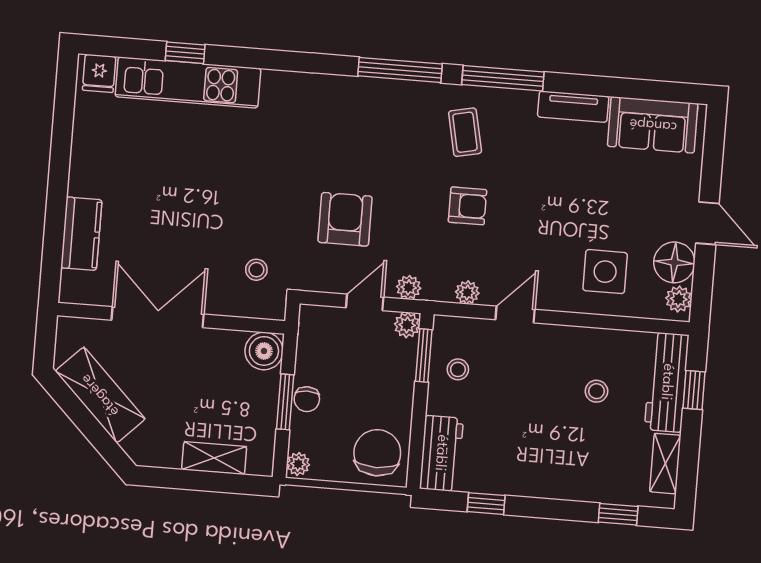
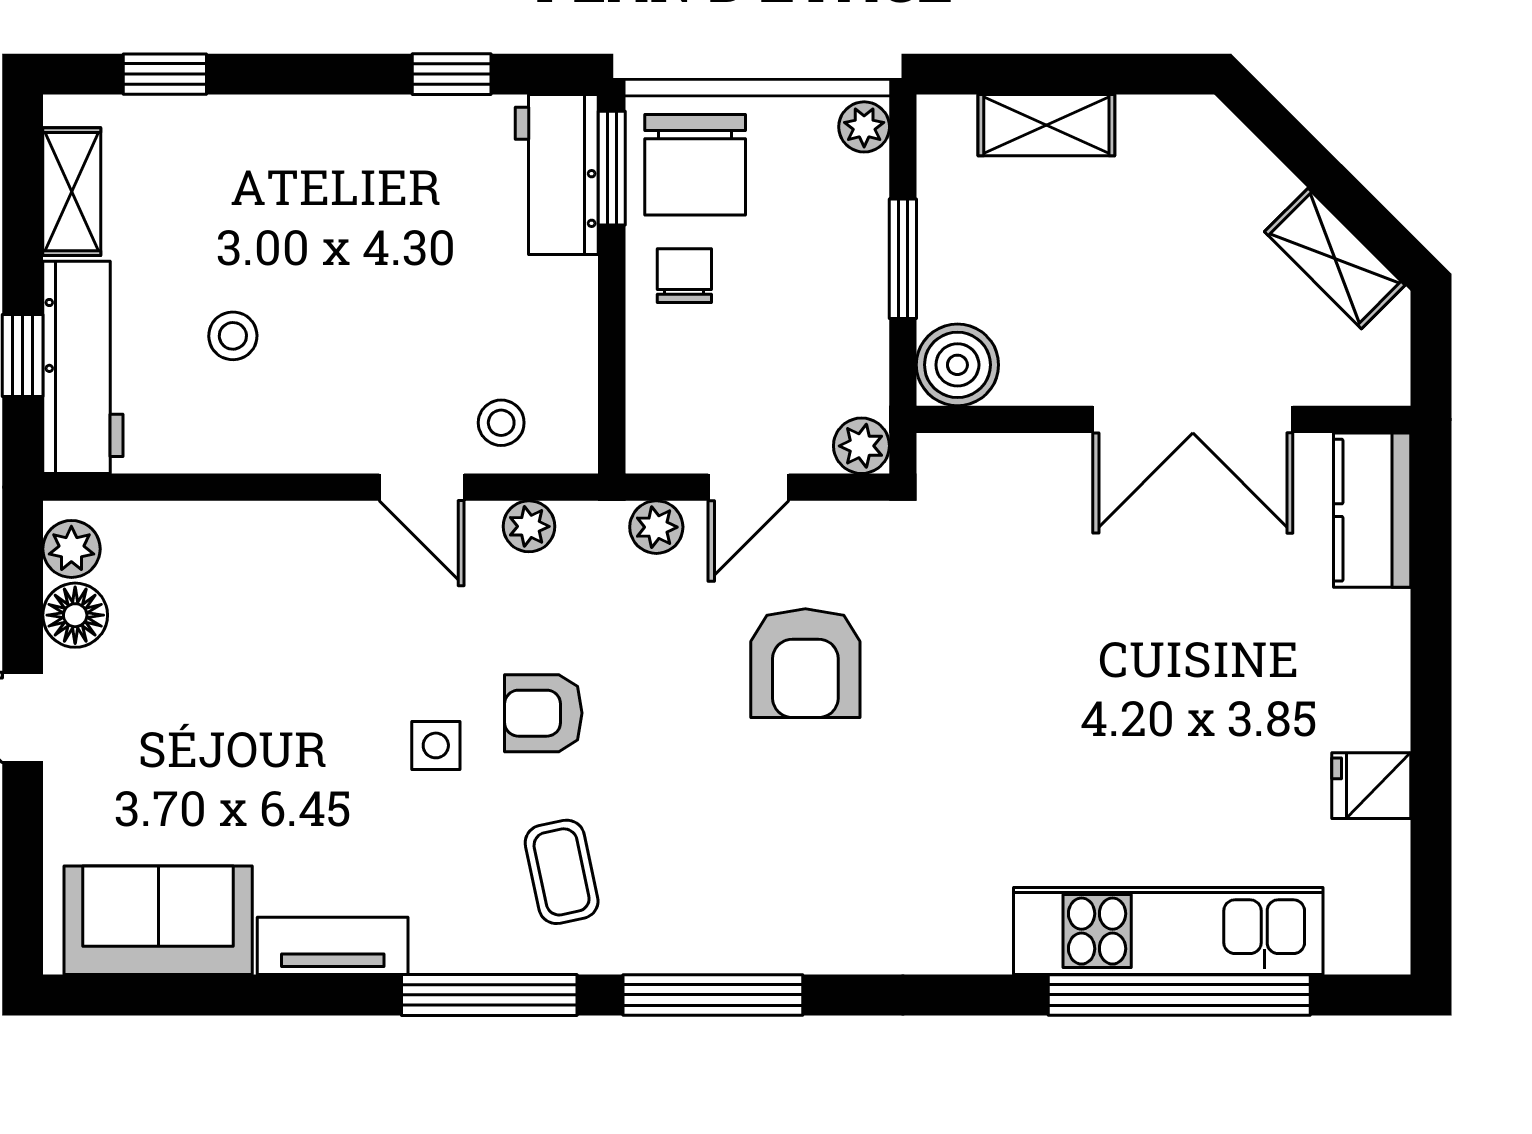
window: (185, 53) -> (1179, 995), width x3.17
fridge: (99, 73) -> (1371, 786), moved, turned -90
kitchen counter: (81, 234) -> (1372, 510), moved
floor lamp: (674, 262) -> (75, 615), width x0.73, depth x0.73
stool: (256, 270) -> (988, 539), removed
side table: (605, 272) -> (436, 745), moved, width x0.54, depth x0.54
door: (515, 315) -> (422, 487), hinge flipped
plant: (407, 325) -> (861, 446), moved
window: (424, 356) -> (612, 168), moved
stool: (458, 369) -> (501, 423), moved
shelving: (100, 395) -> (1335, 258), width x0.67, depth x0.75
chair: (307, 399) -> (684, 276), moved

